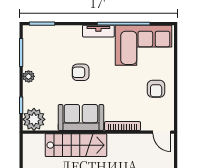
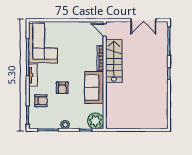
armchair: (156, 89) -> (41, 101), moved
door: (162, 132) -> (105, 30), swing flipped
stairs: (76, 145) -> (114, 61), moved

